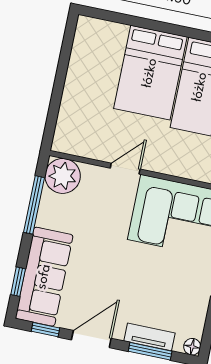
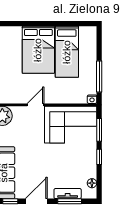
floor lamp: (192, 347) -> (92, 183), moved

